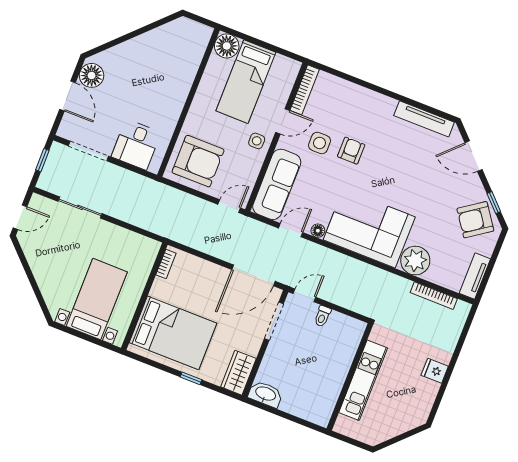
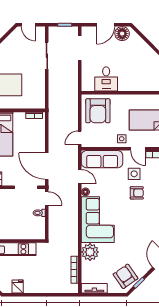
desk: (136, 145) -> (106, 79), moved, turned -90
door: (229, 206) -> (80, 138), swing flipped
fridge: (435, 371) -> (18, 287), moved

